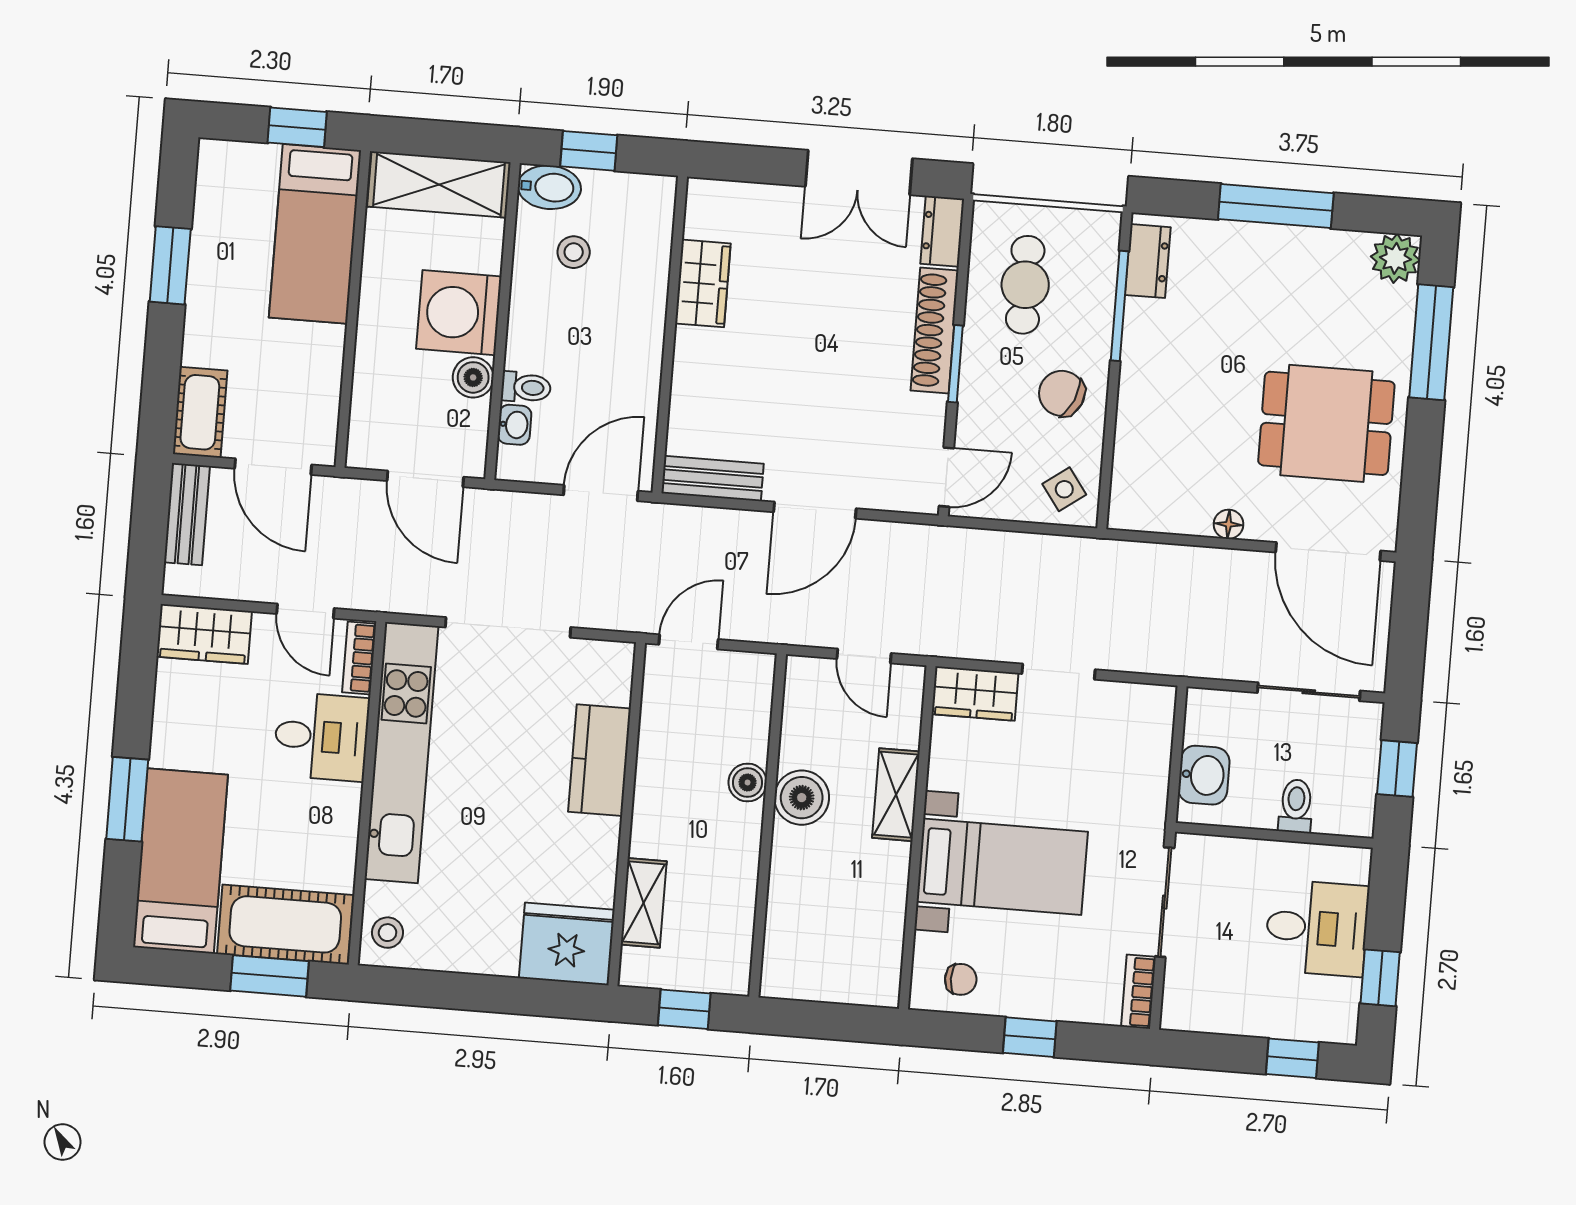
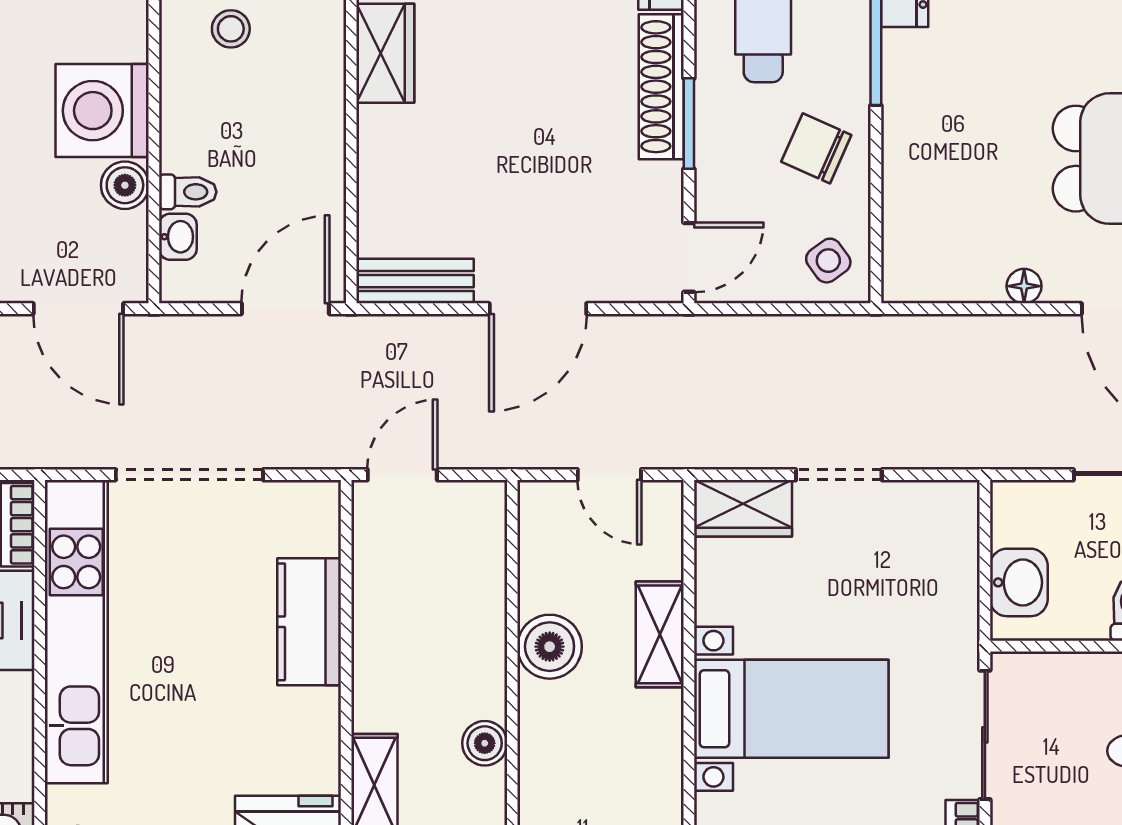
boiler: (748, 783) -> (485, 743), moved

